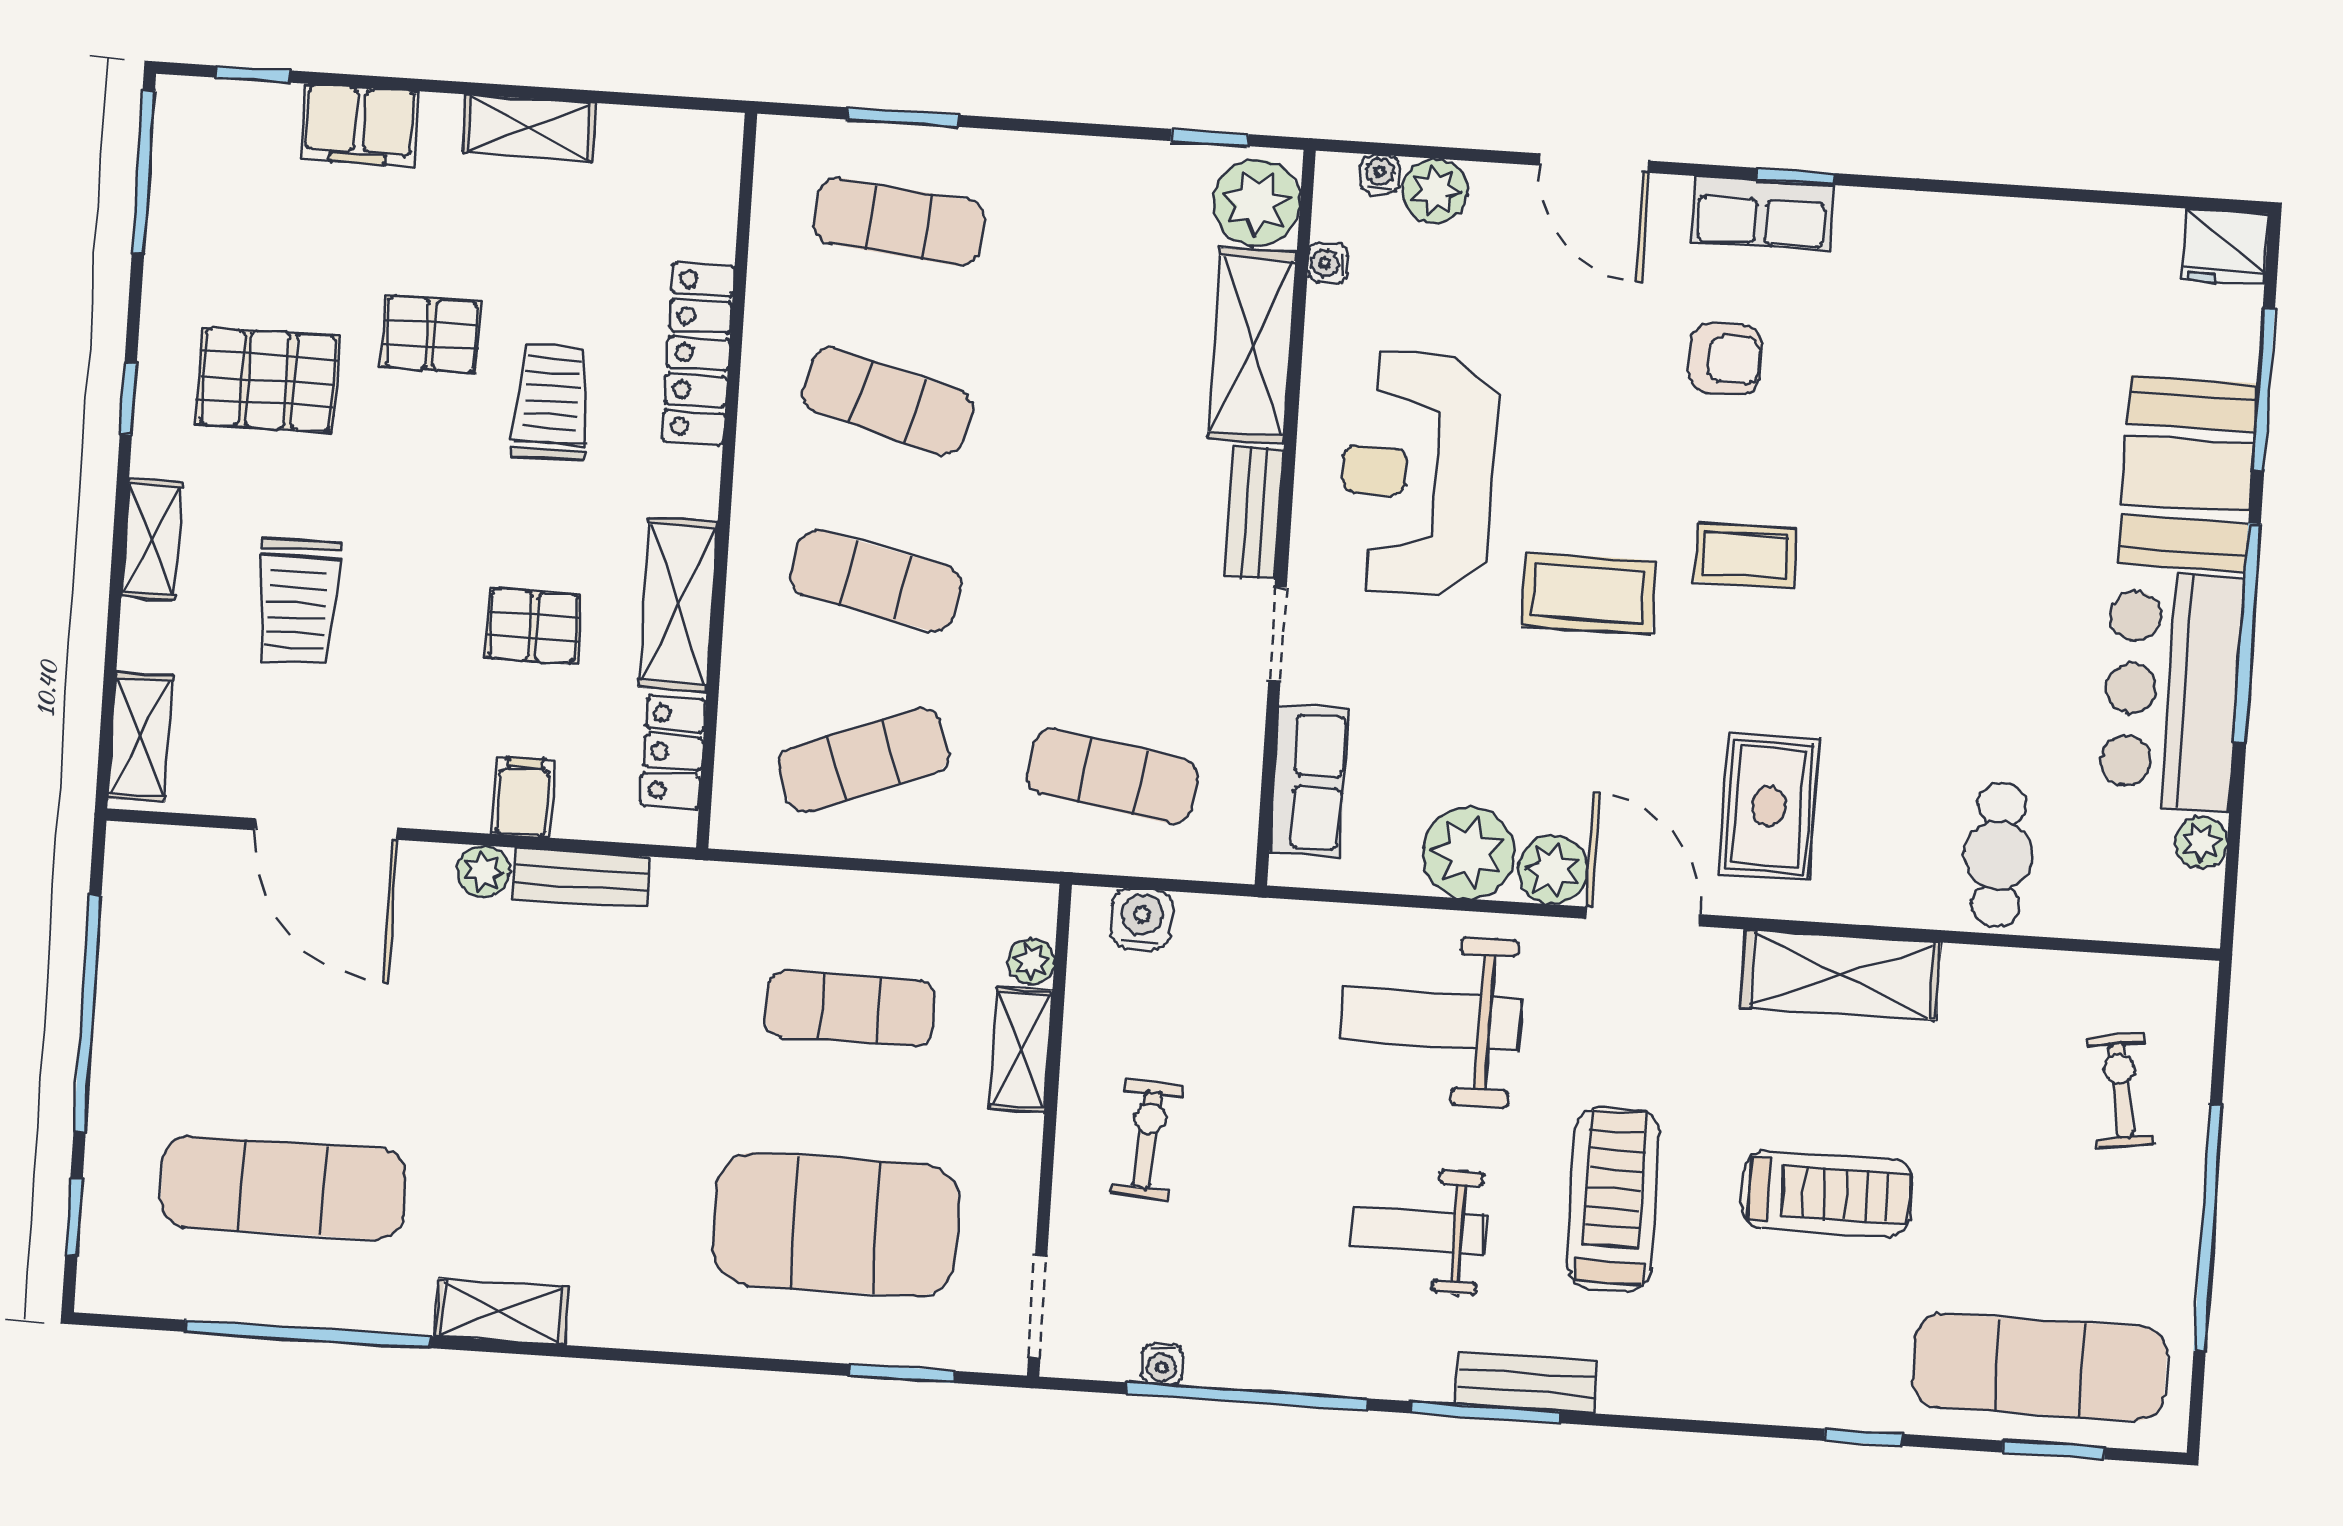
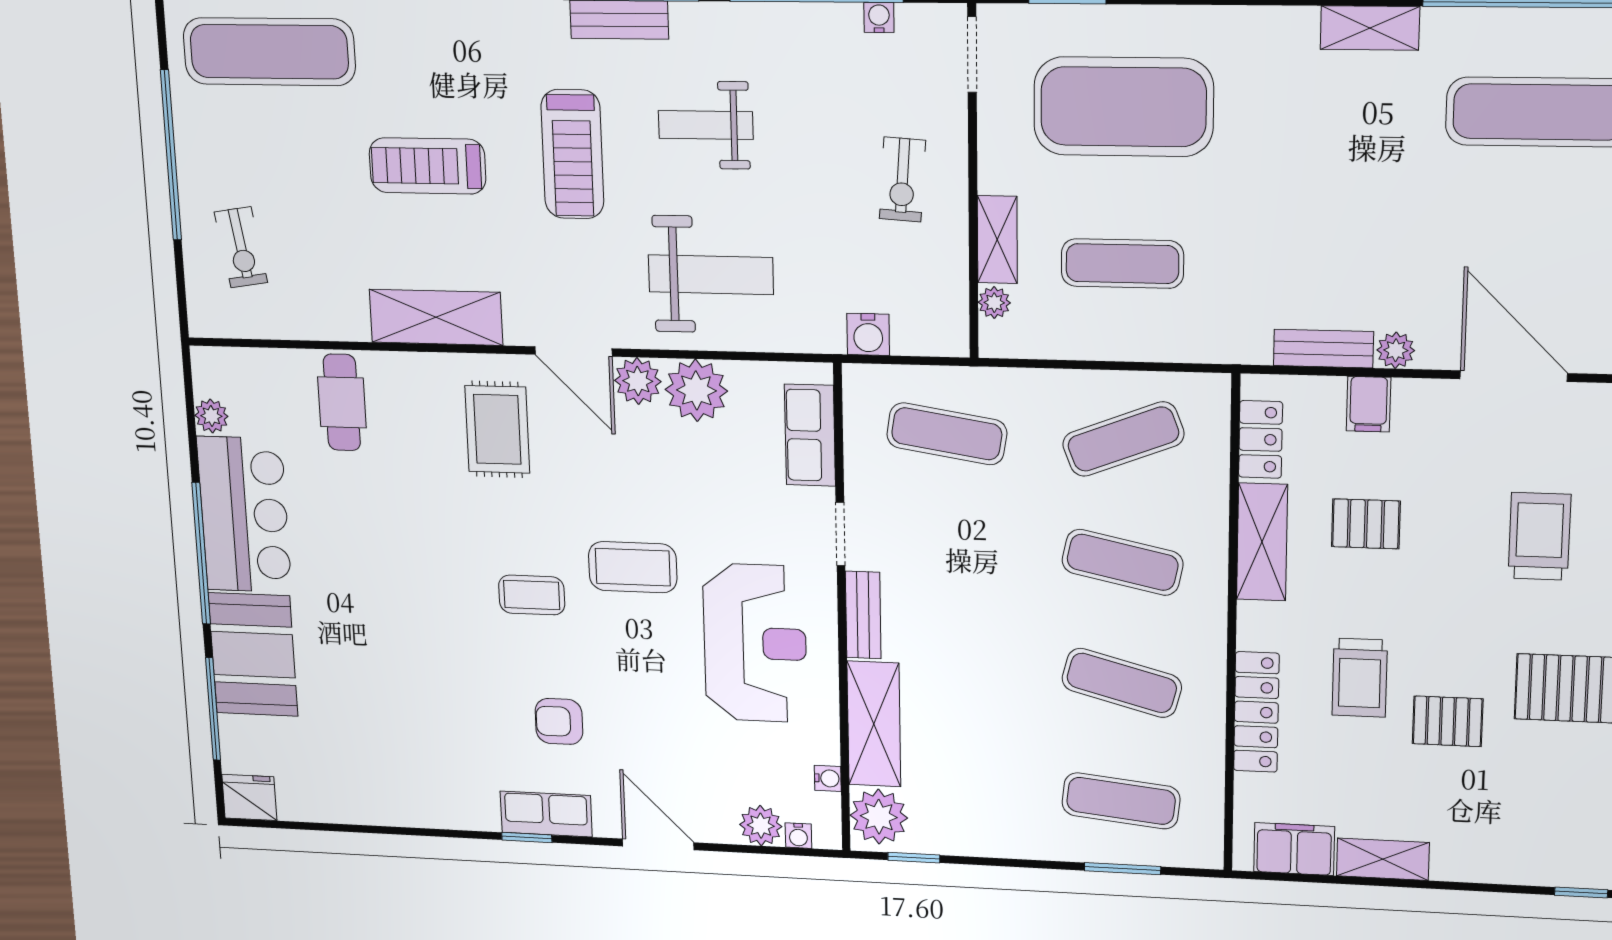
filing cabinet: (360, 125) -> (1294, 849), moved
water cooler: (1142, 919) -> (868, 334), moved
weight bench: (1418, 1230) -> (706, 125), turned 180

